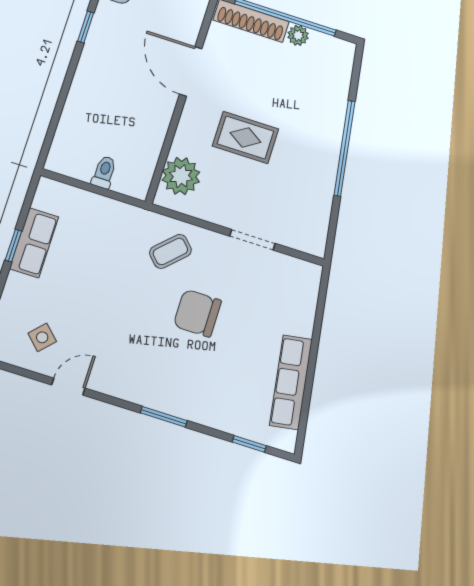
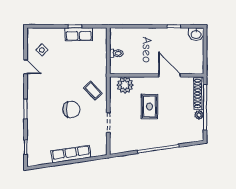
door: (191, 72) -> (169, 75), hinge flipped
chair: (197, 313) -> (71, 109), turned 90
row of seats: (291, 382) -> (71, 154), moved

